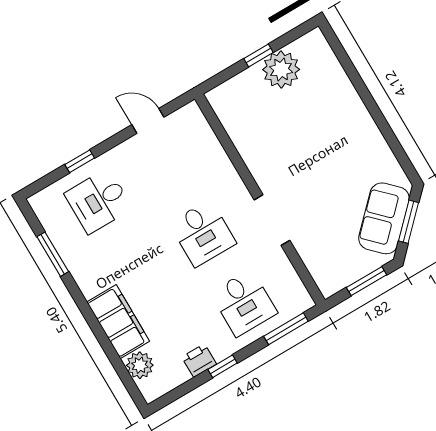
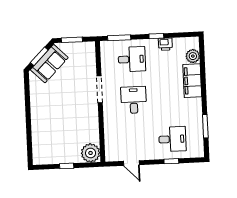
plant: (281, 70) -> (91, 153), moved
desk: (244, 303) -> (132, 59), turned 90

